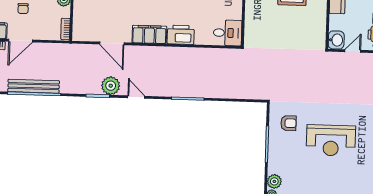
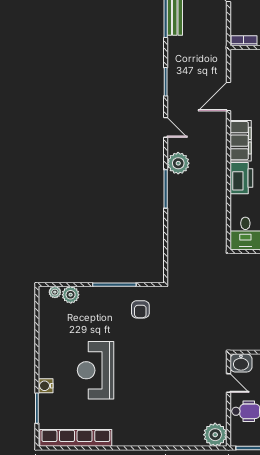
plant: (111, 86) -> (178, 163), moved
door: (136, 97) -> (166, 127), hinge flipped
reception desk: (331, 140) -> (96, 370), moved

